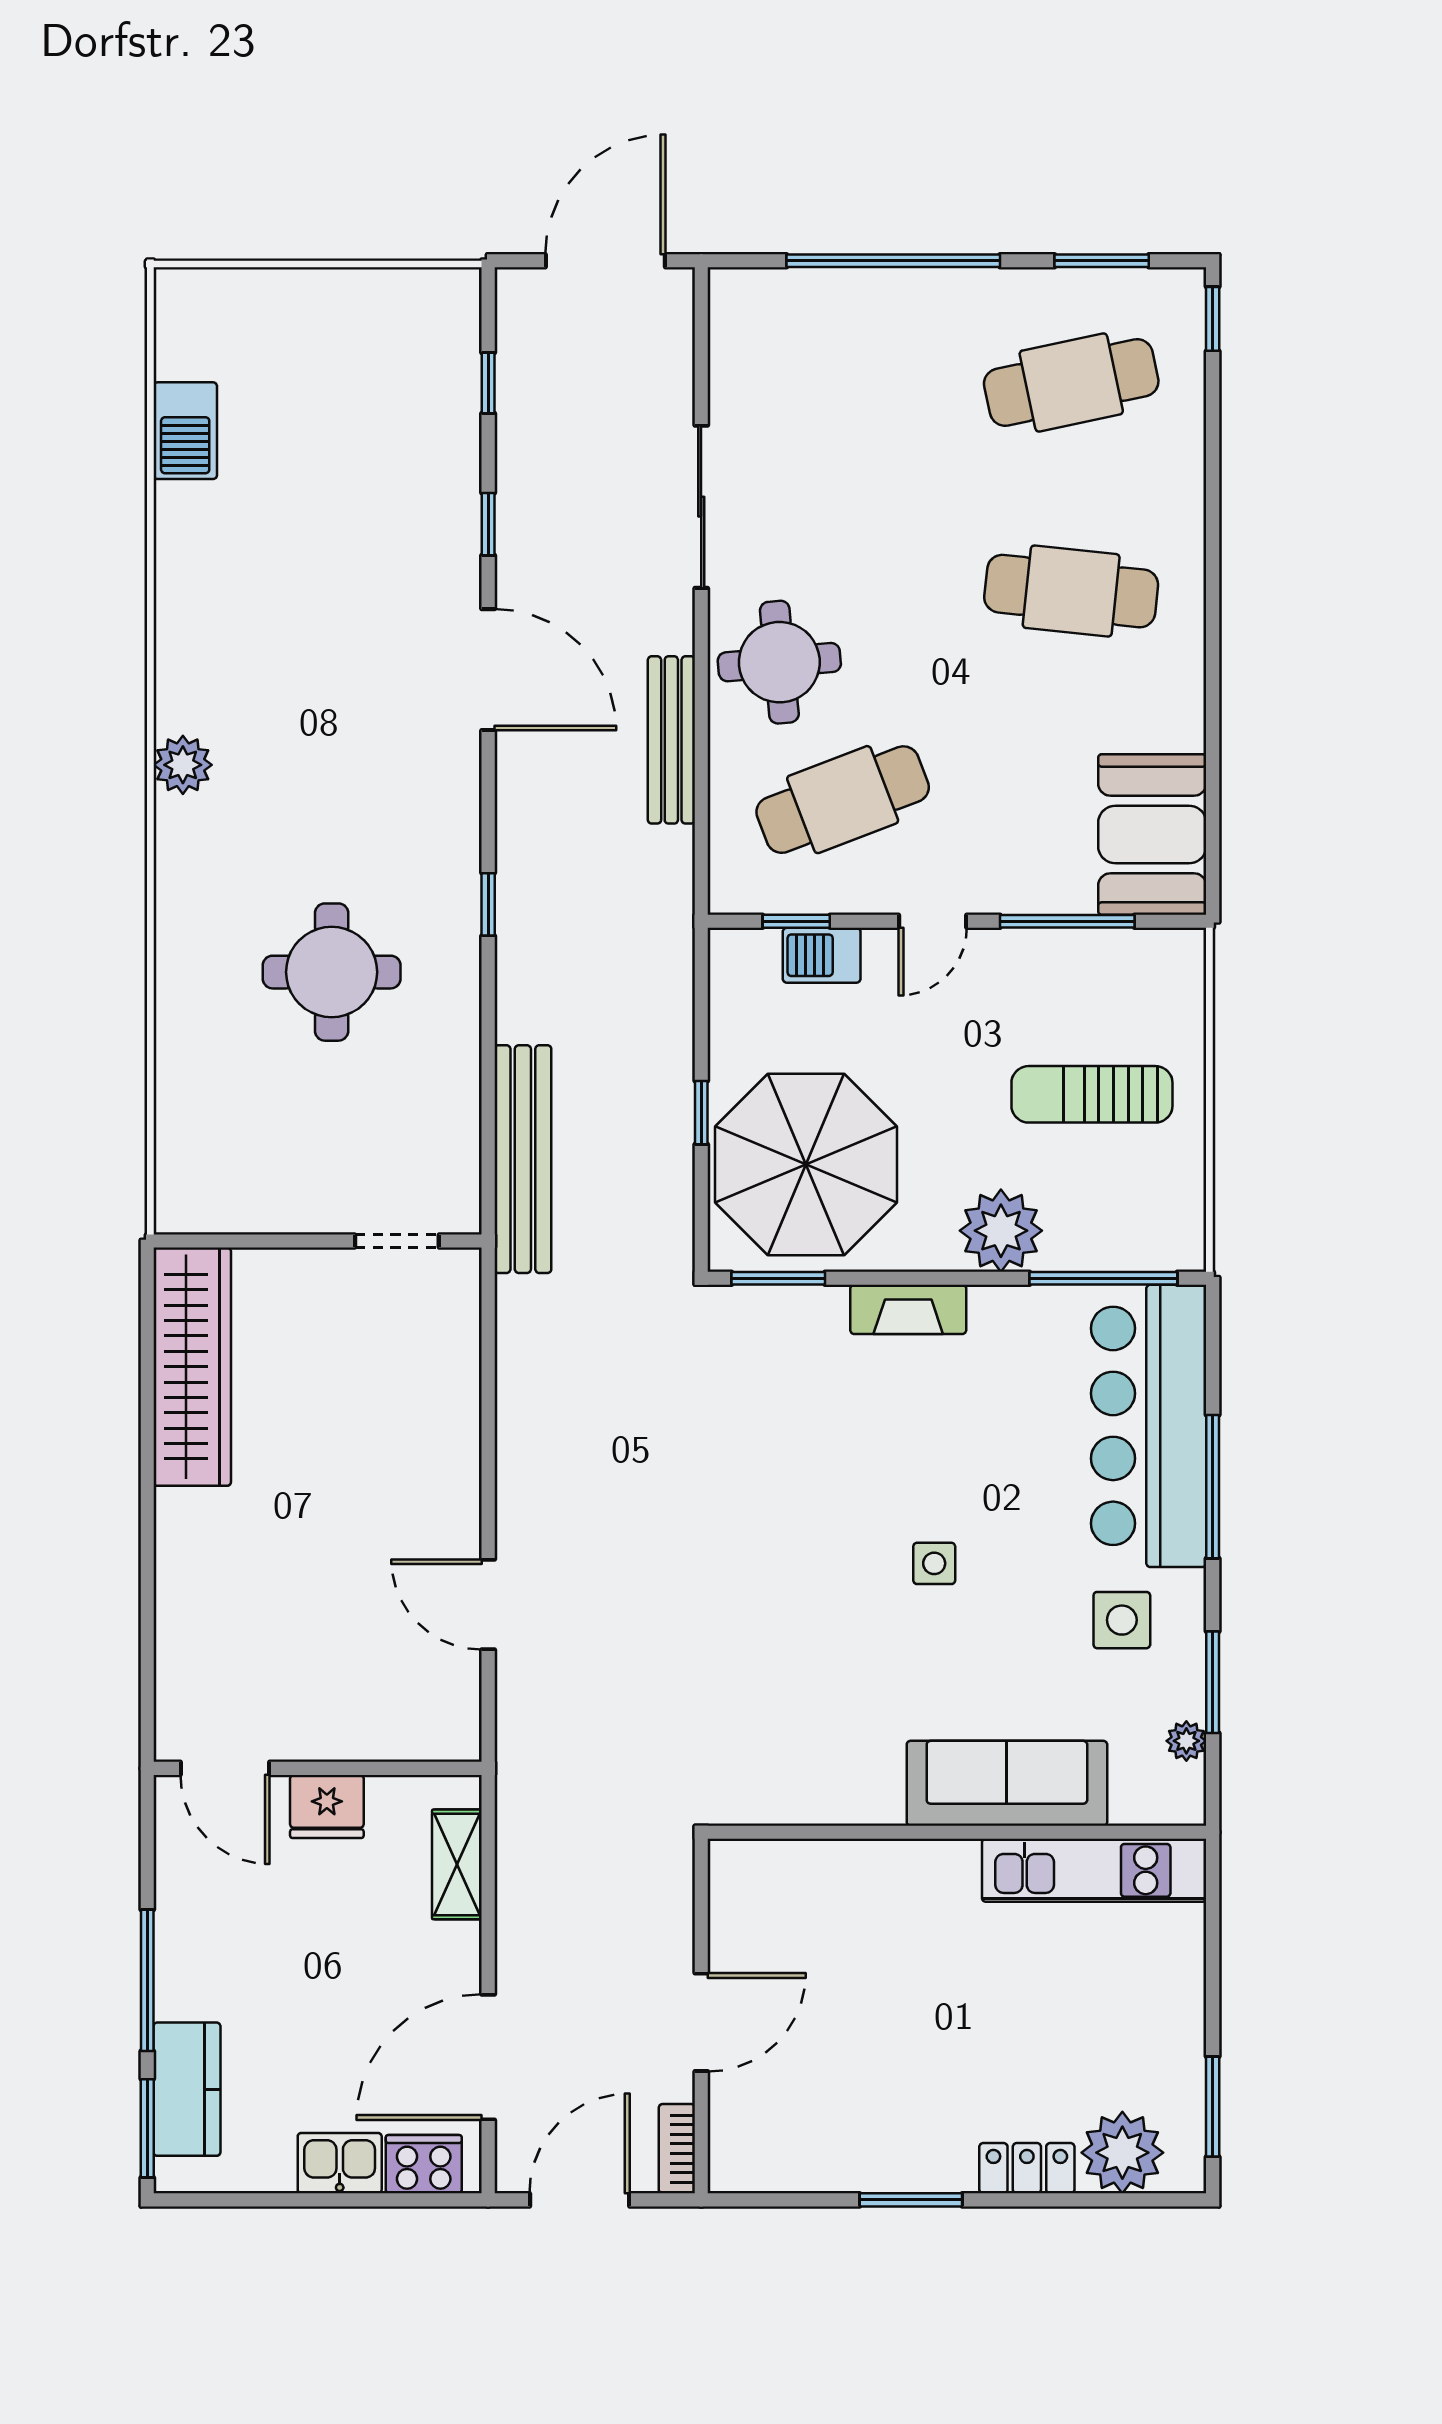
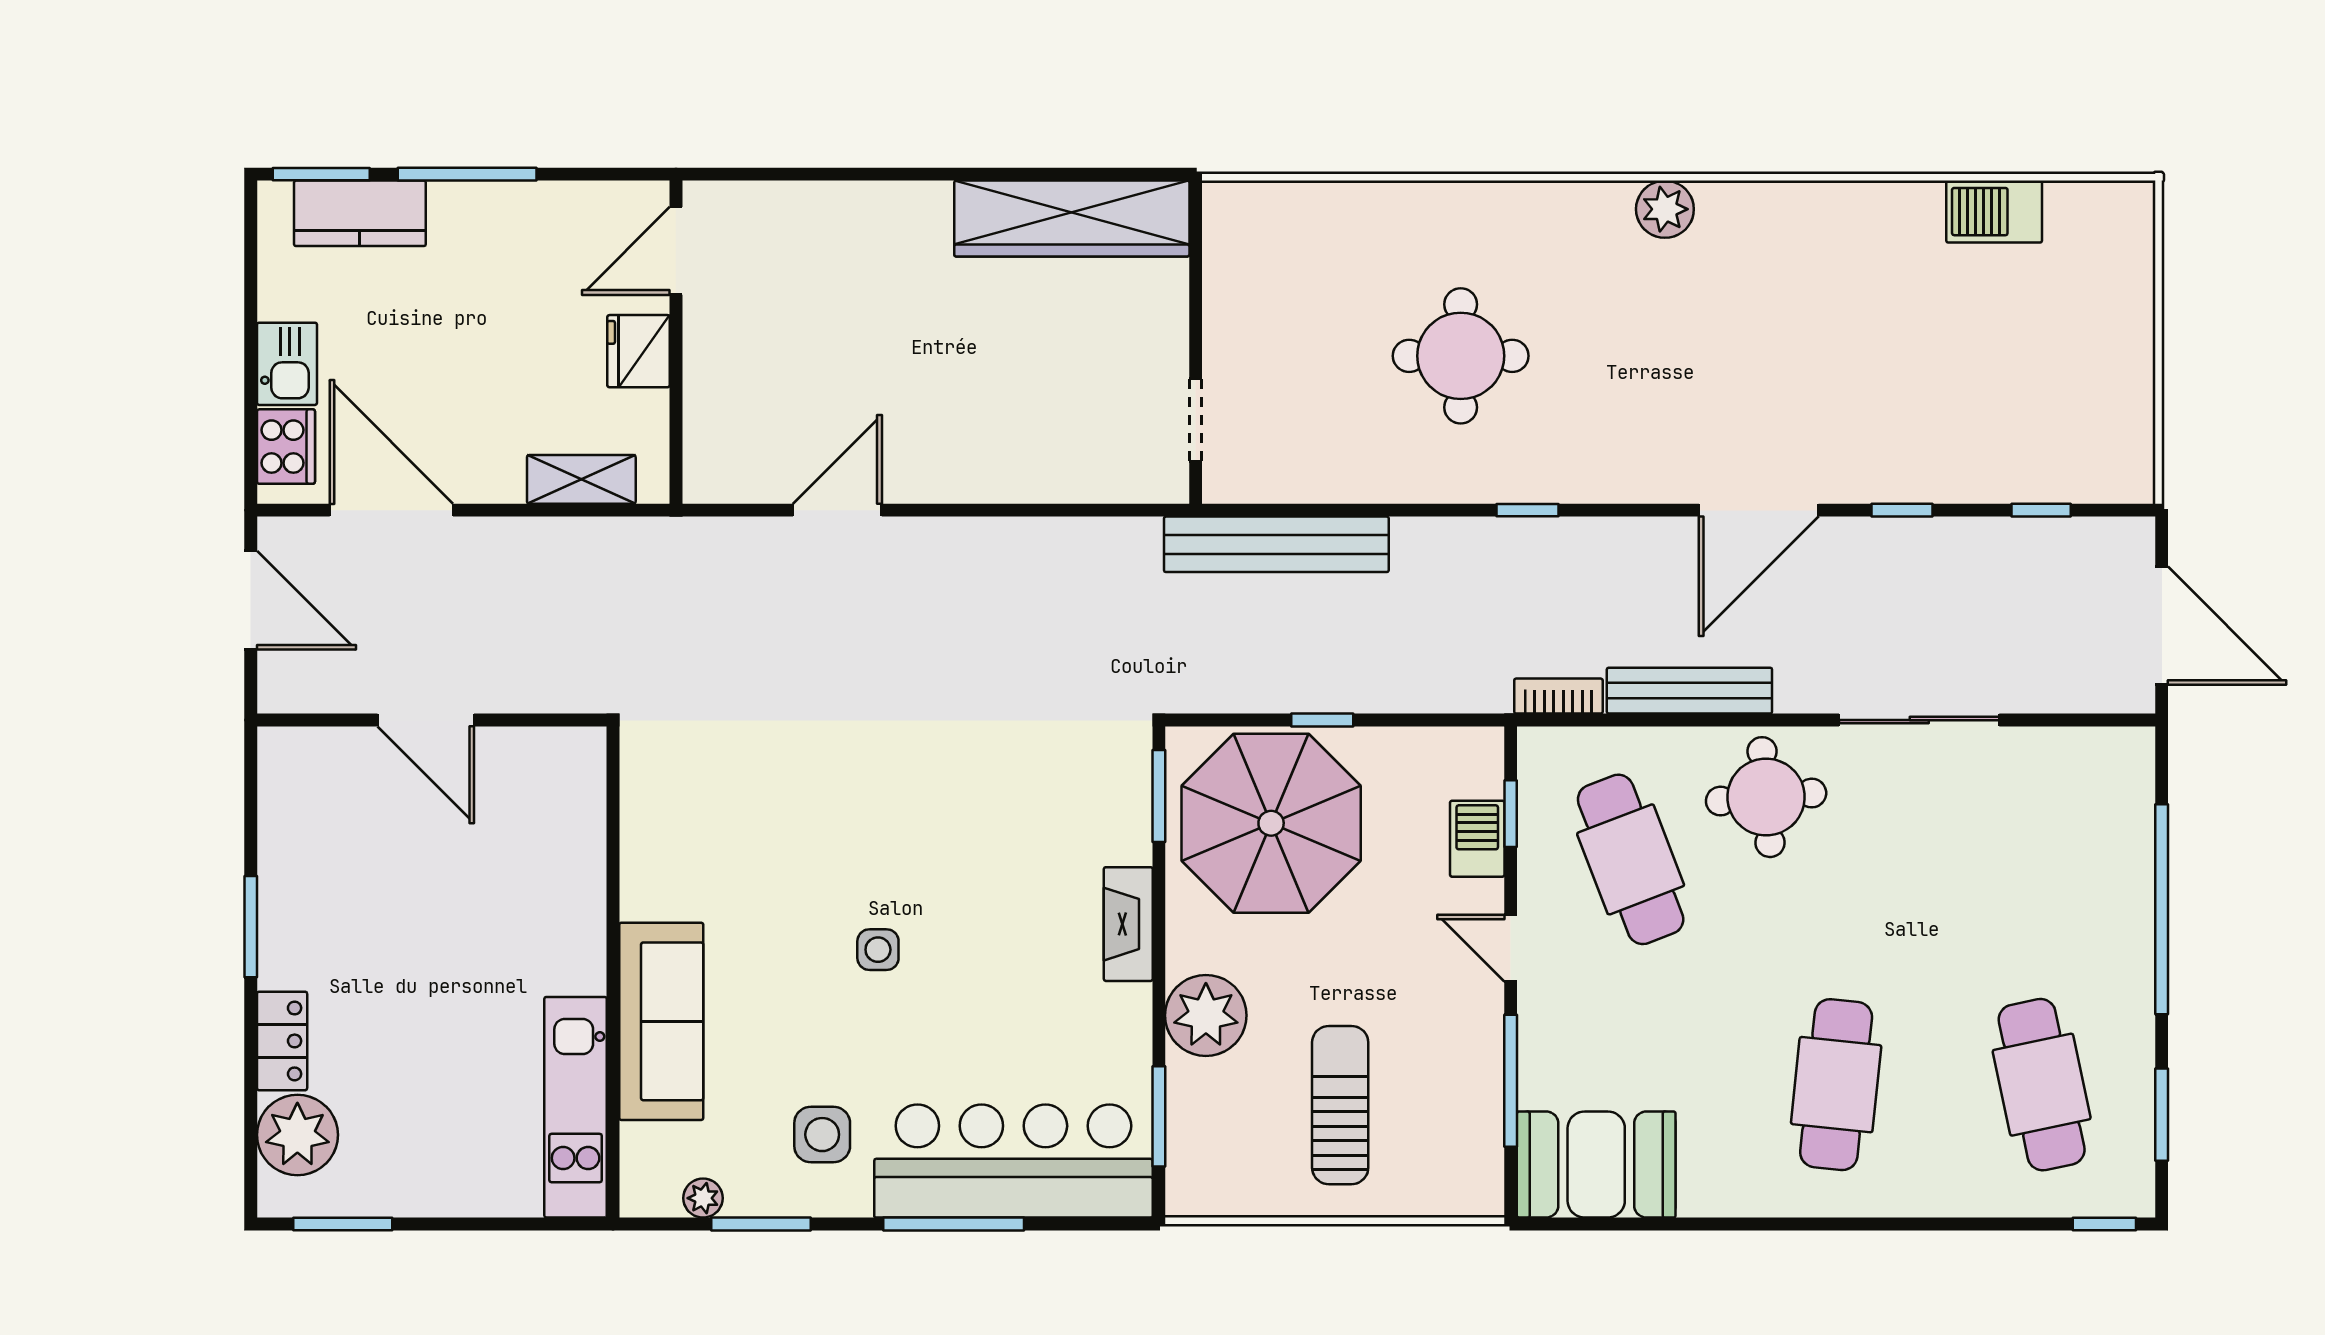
window: (1103, 1278) -> (1159, 1116), width x0.69
bookcase: (677, 2149) -> (1558, 696), moved

